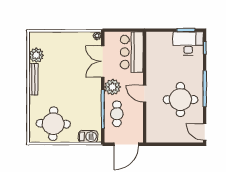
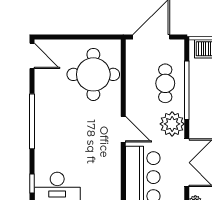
door: (145, 94) -> (123, 129), moved
round table: (180, 100) -> (93, 74), moved

